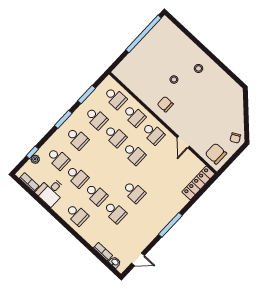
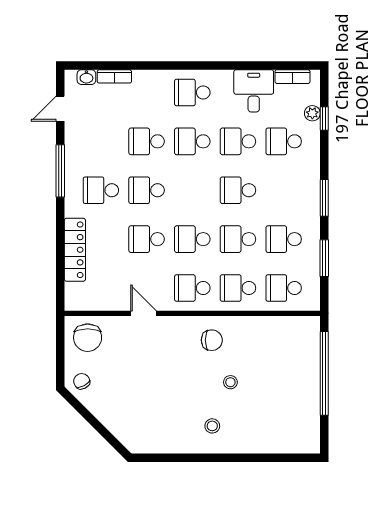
window: (144, 34) -> (324, 373), moved
school desk: (77, 138) -> (238, 190), moved
chair: (216, 154) -> (88, 338), turned 90
school desk: (153, 172) -> (147, 239), added
locker: (198, 183) -> (75, 250), moved
school desk: (153, 210) -> (101, 190), added
window: (170, 225) -> (60, 171), moved

